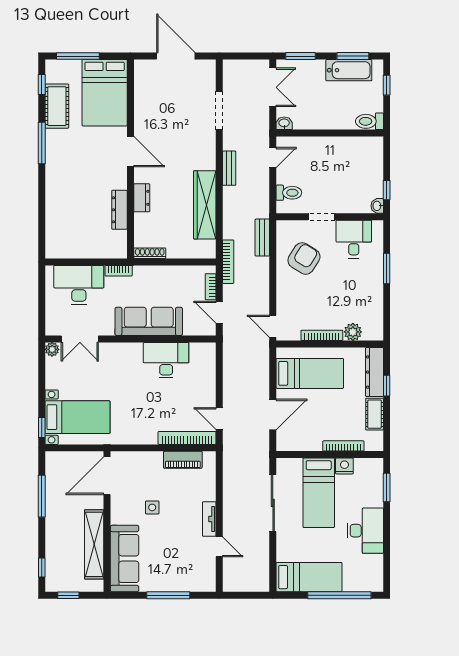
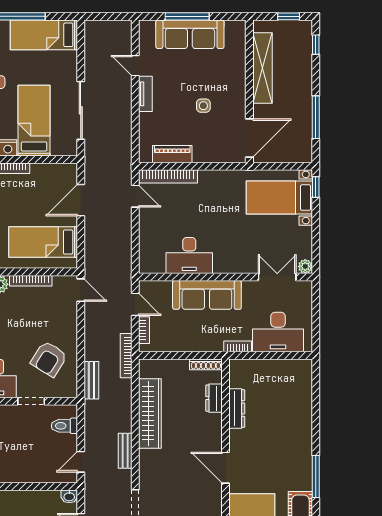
dresser: (142, 198) -> (214, 398), moved
sofa: (125, 559) -> (190, 34), moved, turned -90

